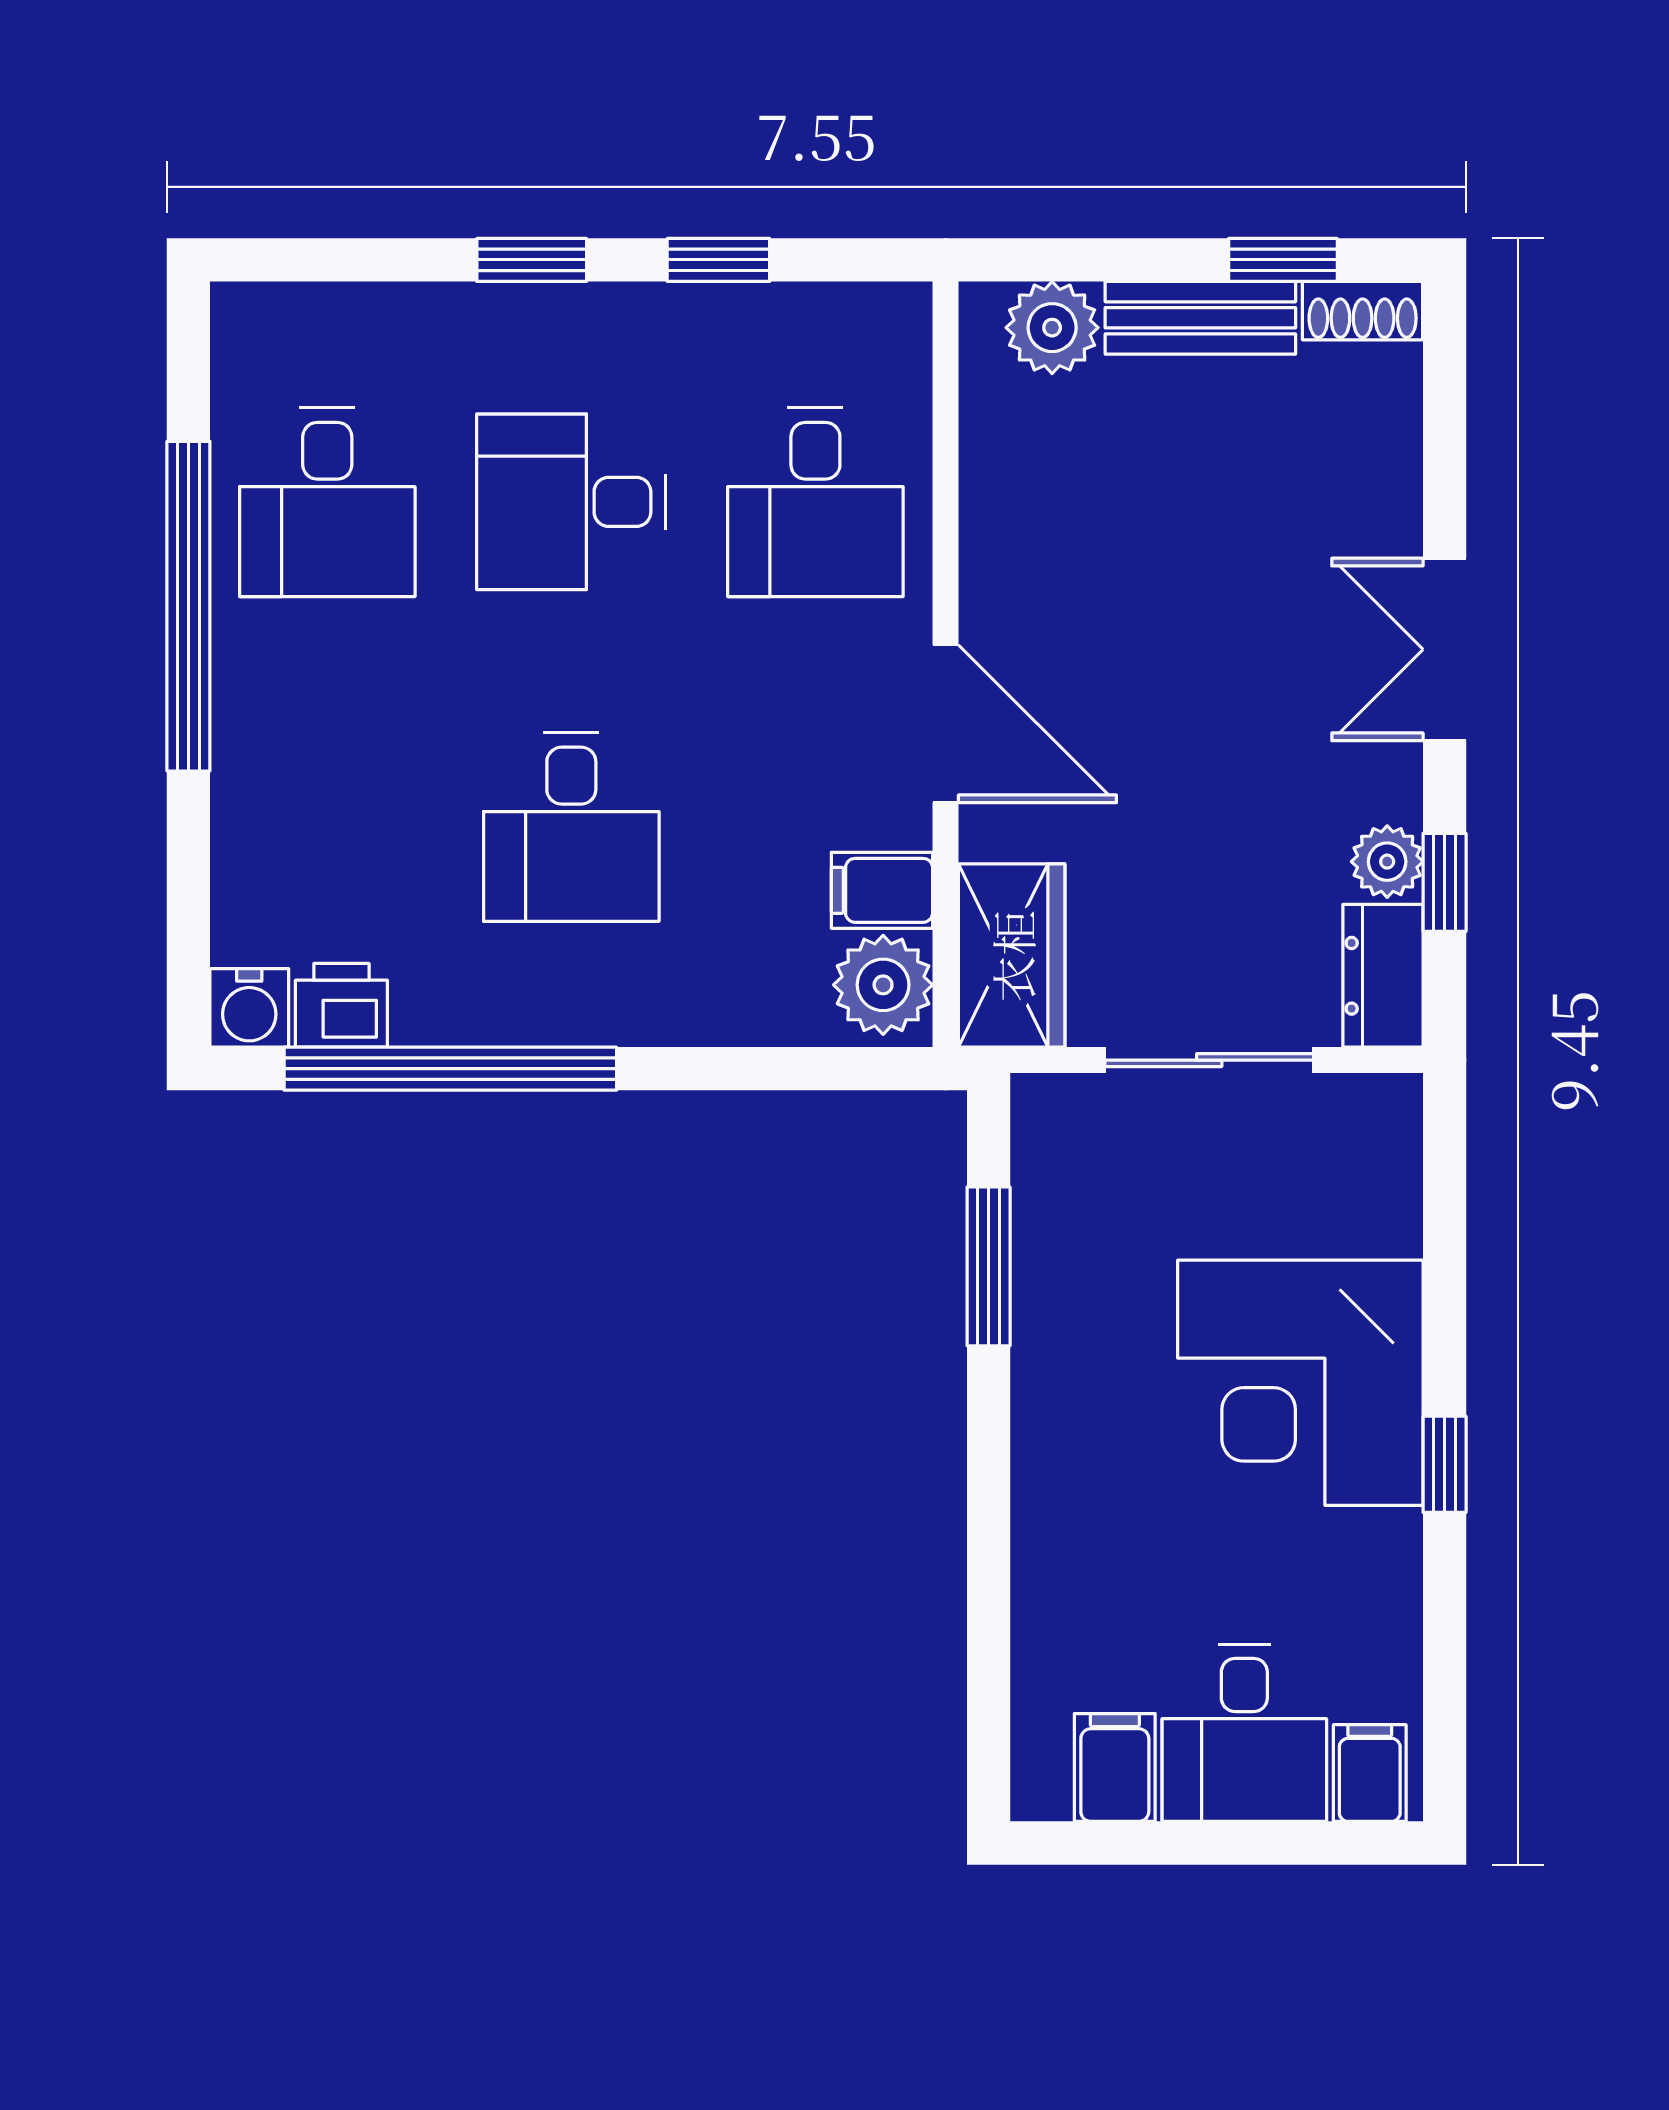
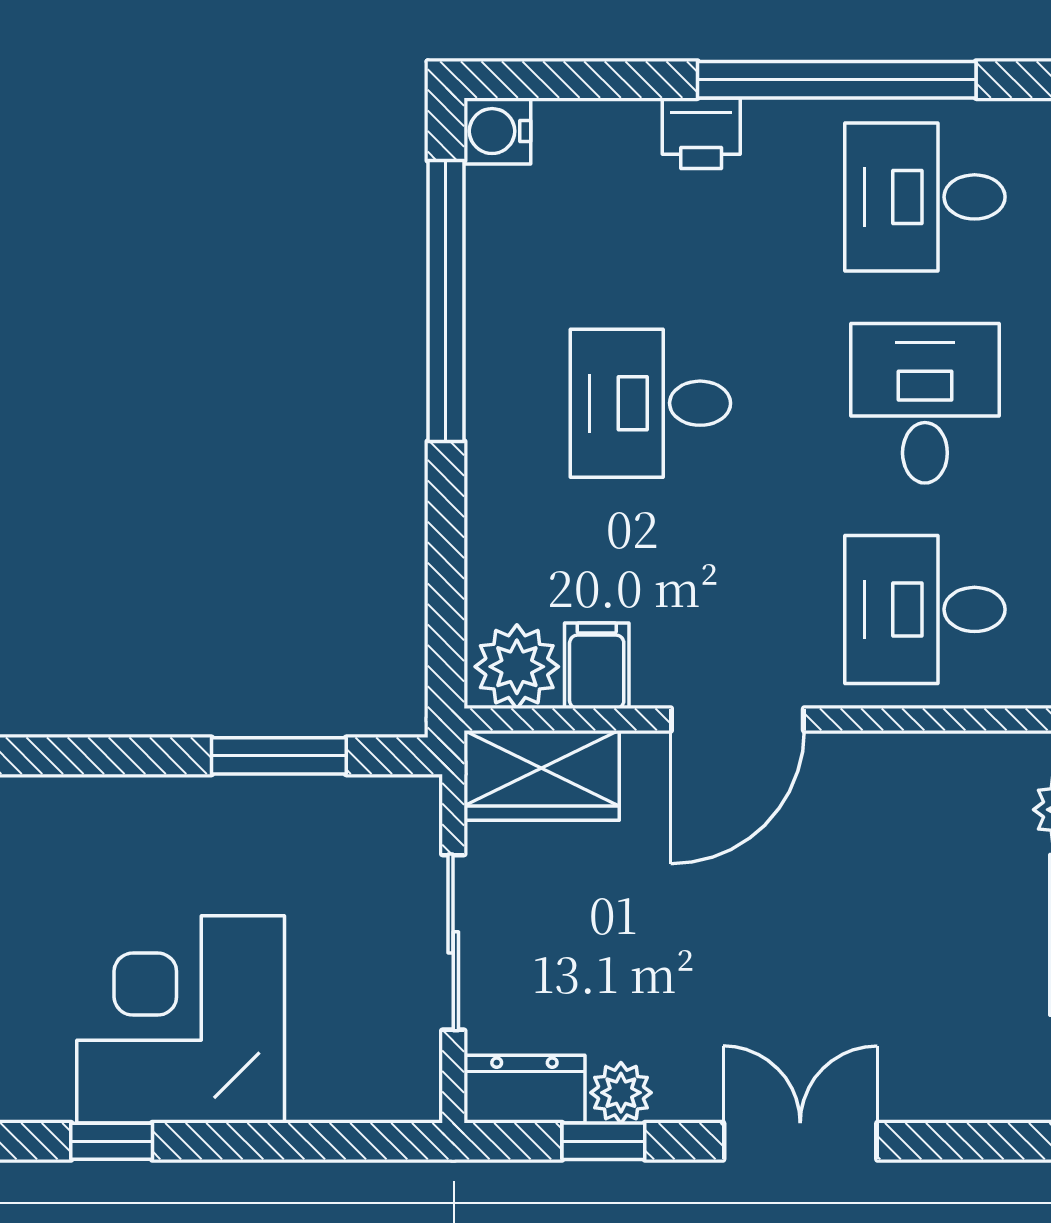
printer: (341, 1005) -> (701, 133), moved, turned 90

